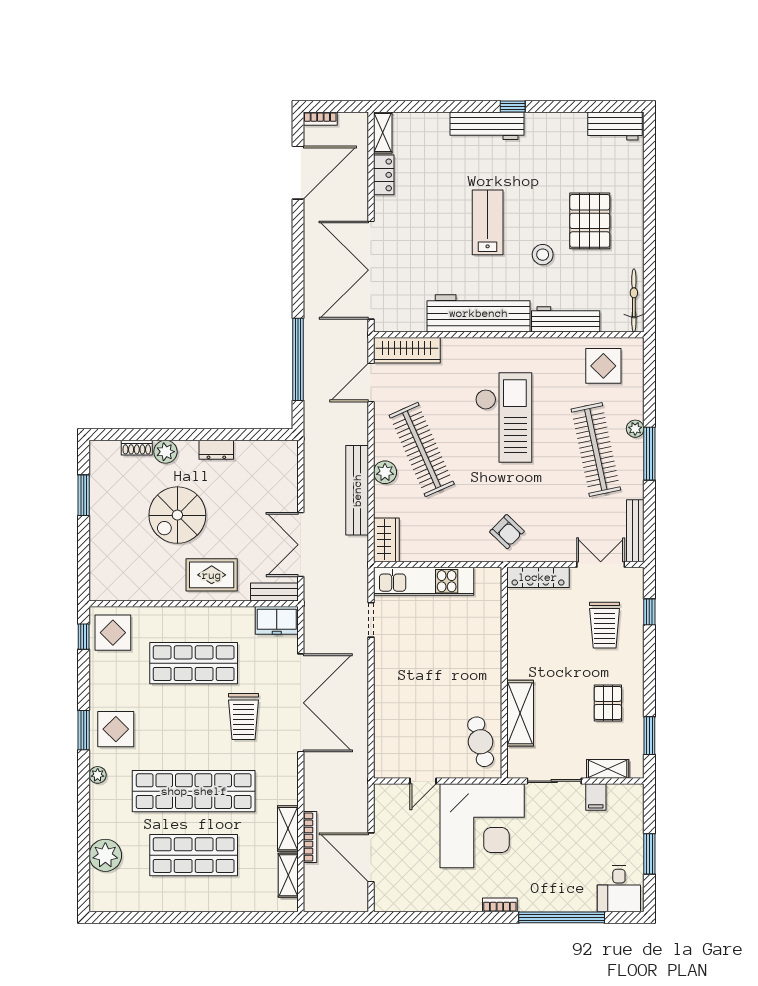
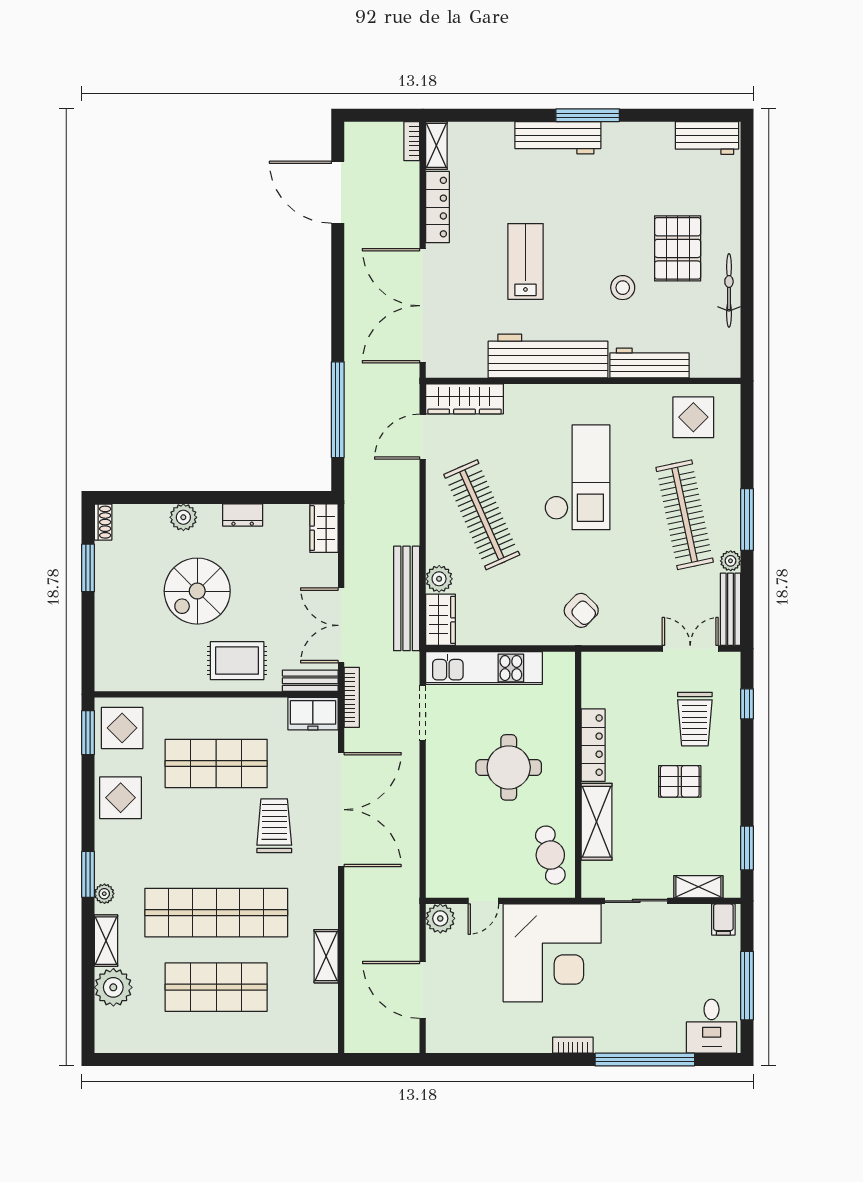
window: (513, 107) -> (588, 115), width x2.17
bookcase: (320, 119) -> (412, 141), moved, turned 90
door: (298, 173) -> (338, 192), swing flipped
locker: (384, 175) -> (437, 207), width x1.53
lab bench: (488, 222) -> (525, 261), moved
bicycle: (634, 300) -> (729, 290), moved
plant: (635, 429) -> (731, 561), moved
shoe rack: (137, 448) -> (103, 522), moved, turned -90
wardrobe: (286, 461) -> (324, 528), added
plant: (385, 472) -> (439, 579), moved
bench: (357, 490) -> (407, 598), moved
locker: (538, 577) -> (593, 745), moved, turned -90
doorway: (371, 620) -> (423, 713), width x1.38
window: (84, 637) -> (88, 733), width x1.50
round table: (445, 667) -> (509, 767), added
pallet: (608, 703) -> (680, 781), moved, turned 90
trolley: (243, 717) -> (274, 826), turned 180
display table: (116, 729) -> (121, 798), moved
window: (84, 730) -> (88, 874), moved
plant: (386, 796) -> (440, 918), added
filing cabinet: (596, 797) -> (723, 919), moved
bookcase: (310, 837) -> (352, 697), moved
window: (649, 854) -> (747, 986), width x1.44
shelving: (288, 875) -> (106, 941), moved

